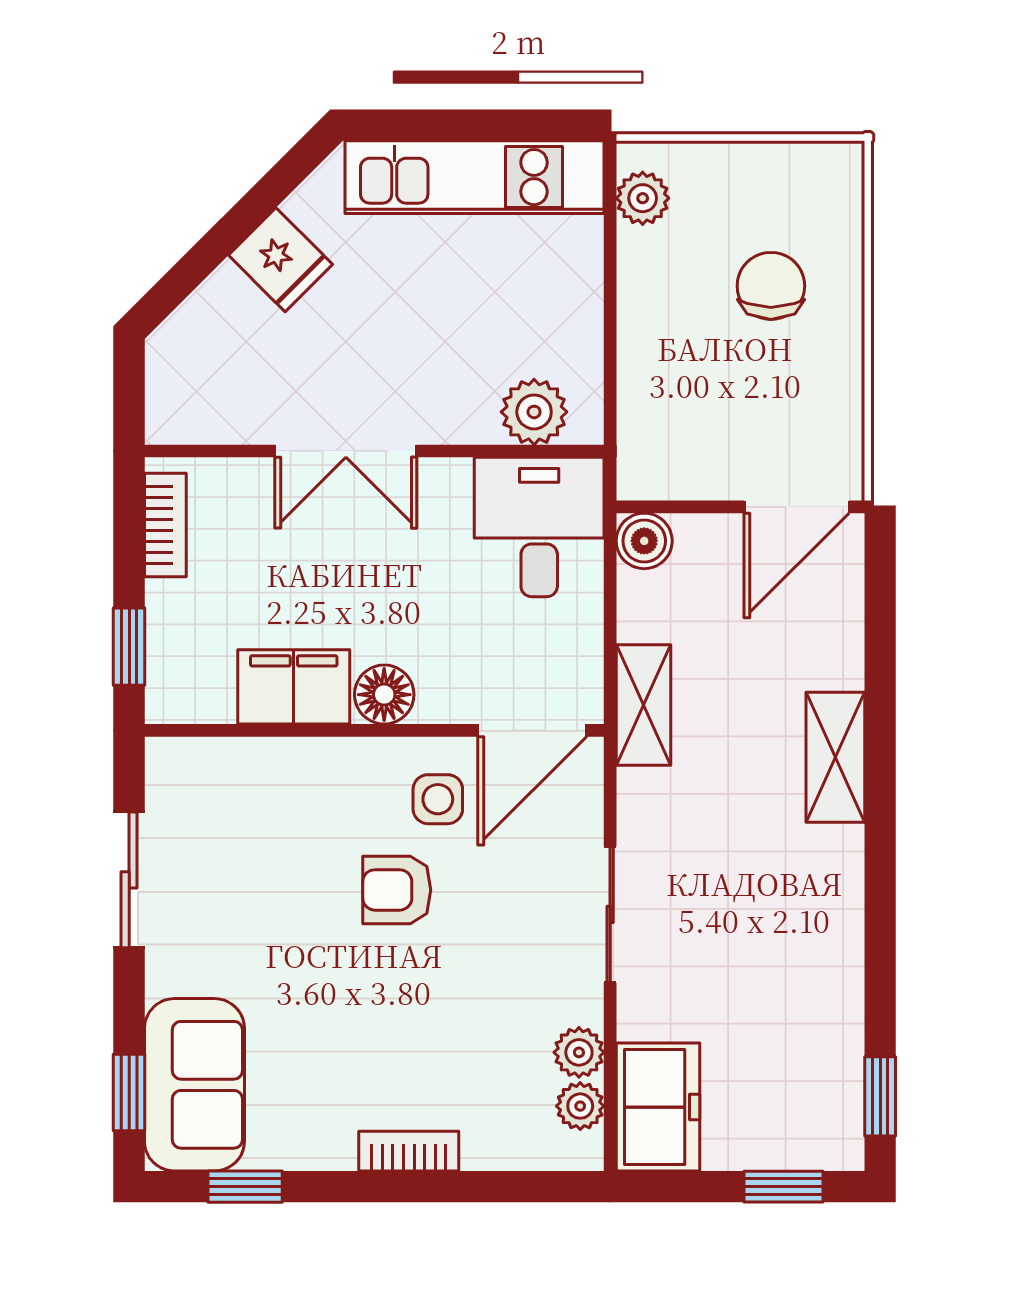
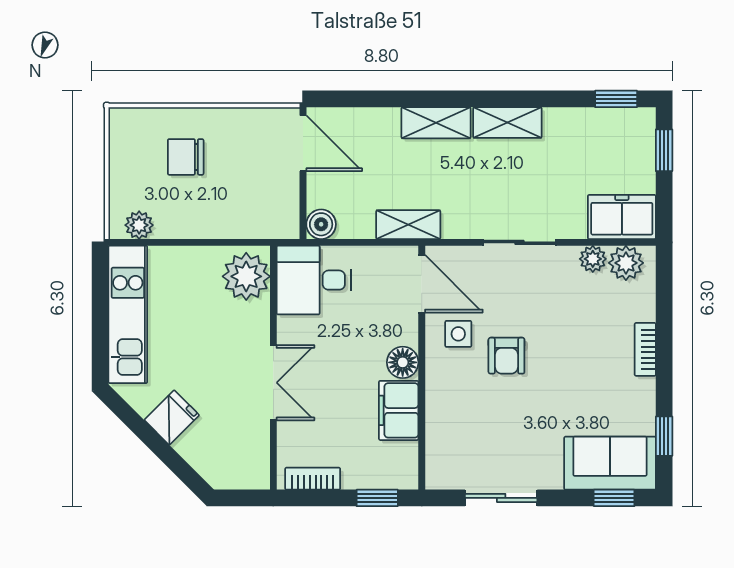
plant: (534, 412) -> (246, 276), width x1.36, depth x1.36
shelving: (836, 892) -> (507, 123), added
plant: (580, 1106) -> (626, 263), width x1.38, depth x1.38

